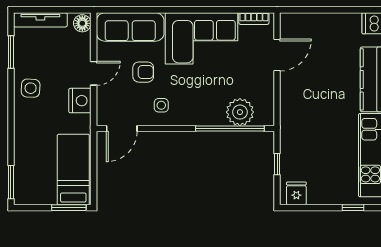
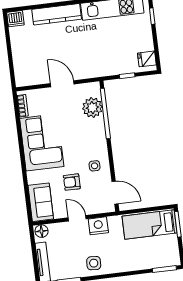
sofa: (130, 27) -> (41, 202), width x0.73
door: (277, 55) -> (62, 84), moved
armchair: (143, 72) -> (72, 182), turned -90

